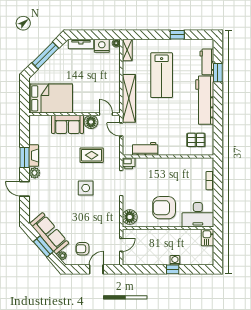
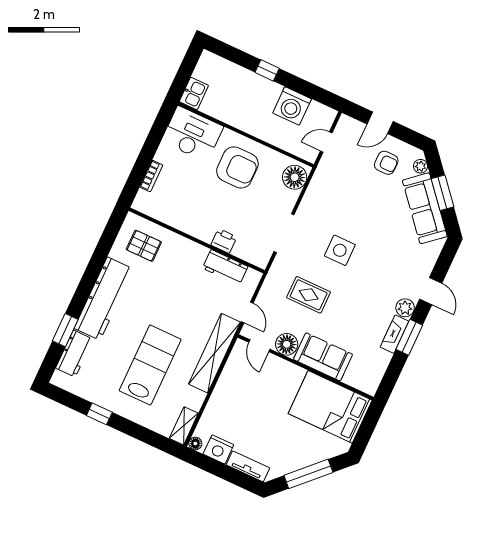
printer: (129, 163) -> (224, 241), moved
washing machine: (175, 260) -> (292, 106), moved, width x1.89, depth x1.89

